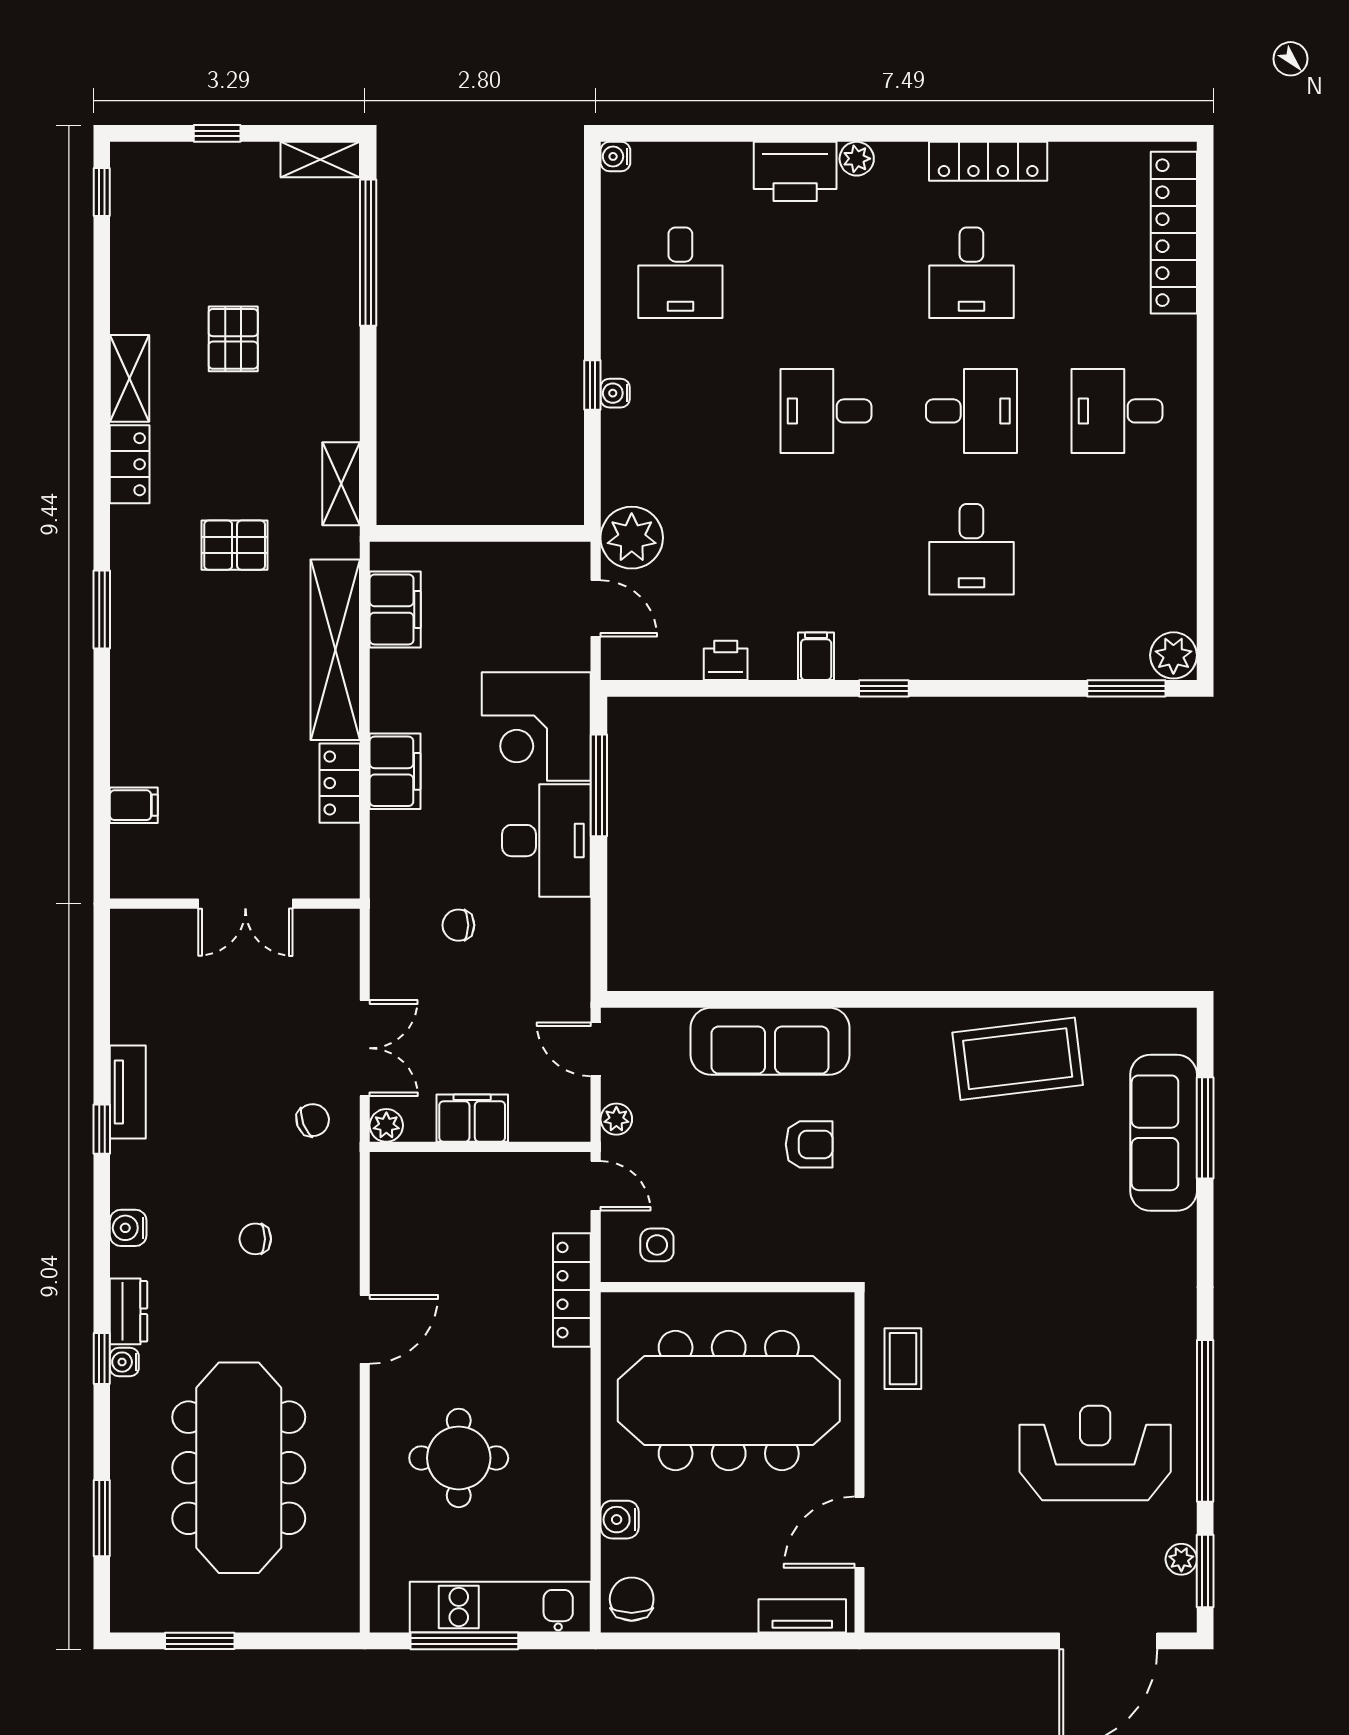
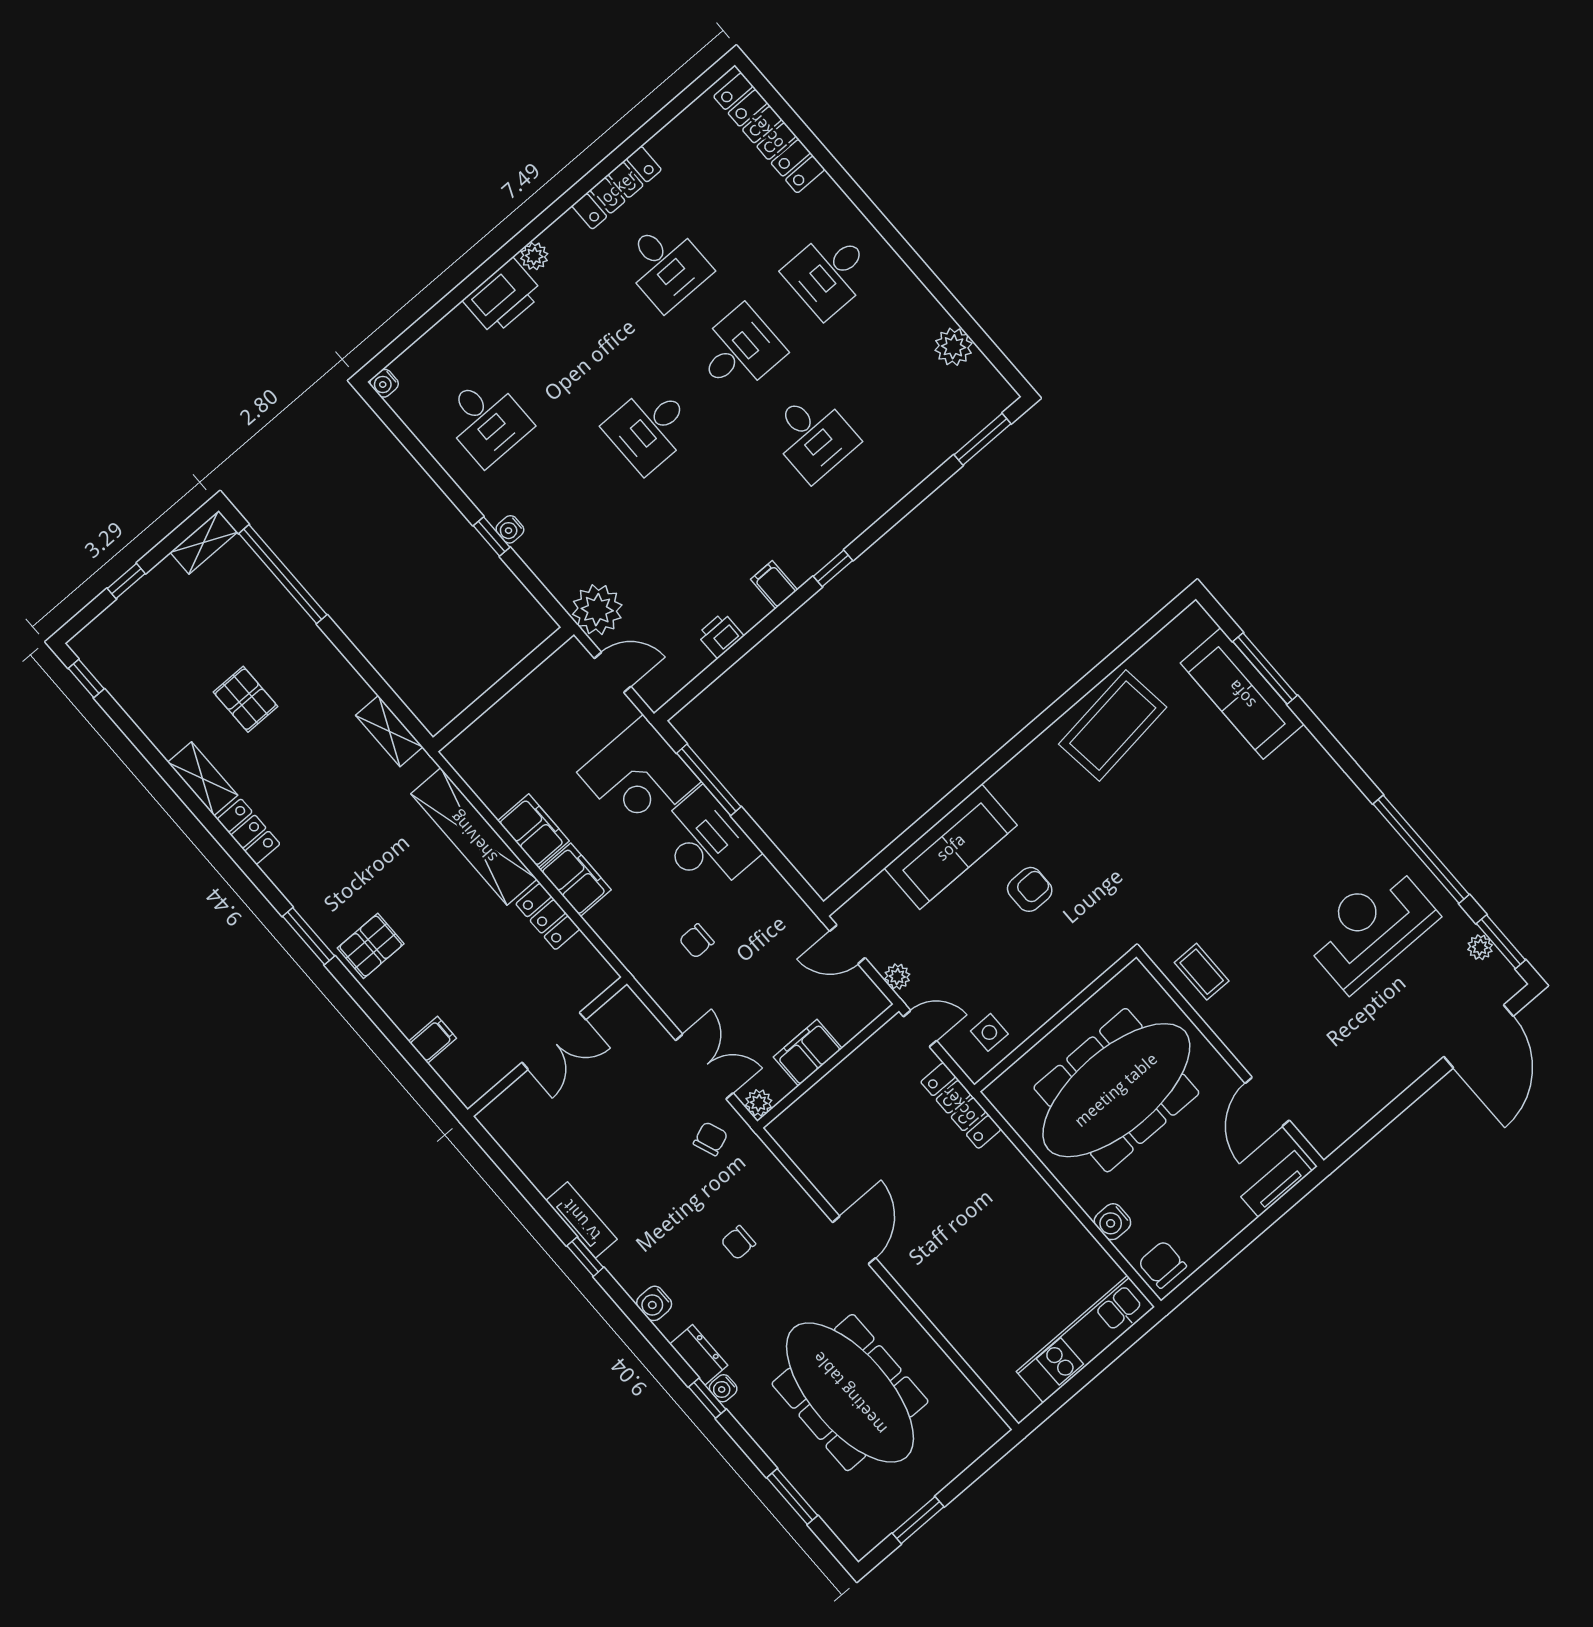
pallet: (235, 545) -> (371, 946), moved
filing cabinet: (395, 609) -> (533, 831), moved
plant: (1173, 655) -> (953, 347), moved
round table: (459, 1458) -> (980, 1269), removed
window: (464, 1641) -> (1081, 1379), removed

